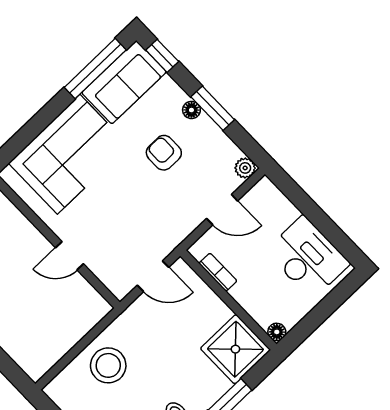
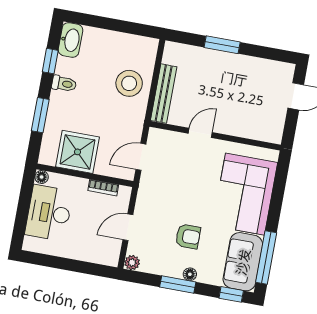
desk: (308, 257) -> (49, 213), moved, turned 90
bench: (79, 327) -> (164, 94), added
shower: (235, 349) -> (77, 152), moved

